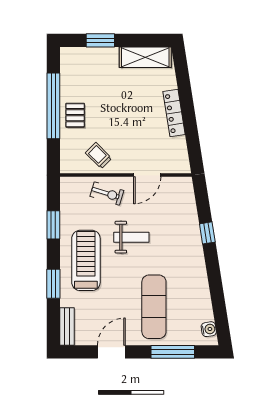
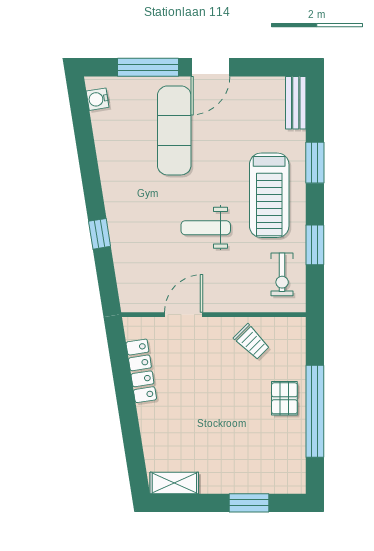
shelving: (145, 57) -> (174, 483), width x0.67, depth x0.75
locker: (174, 113) -> (141, 371), moved
exercise bike: (107, 193) -> (282, 274), moved, turned -107
door: (111, 352) -> (210, 67), moved

